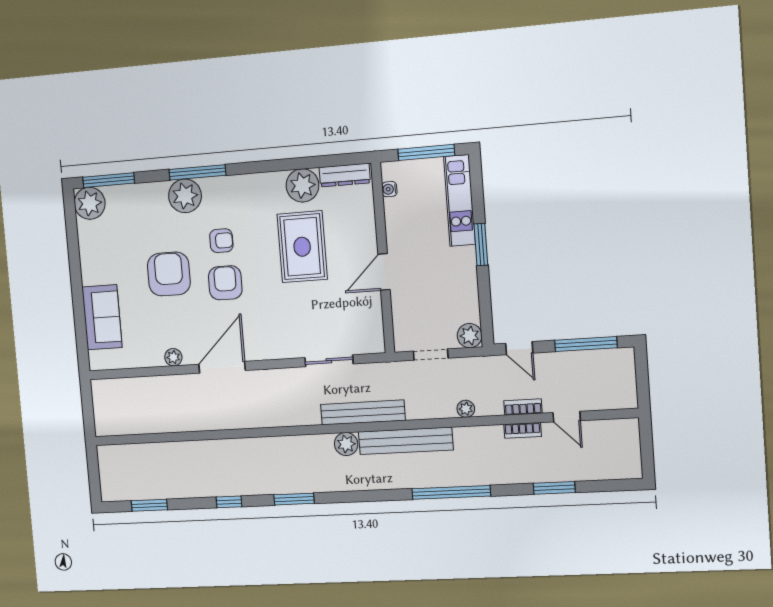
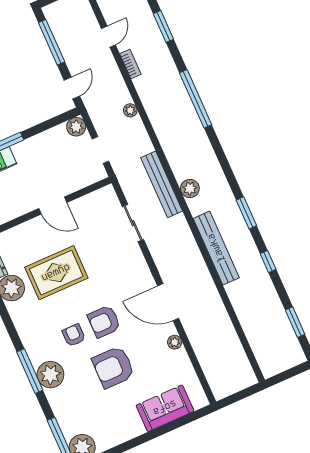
bookcase: (523, 407) -> (113, 70), removed
bench: (406, 441) -> (216, 248), moved

